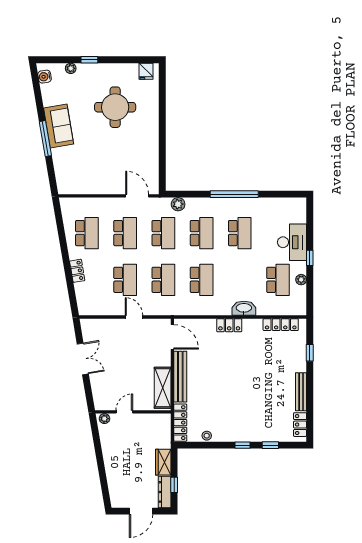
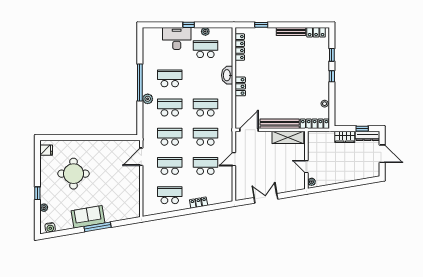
plant: (178, 204) -> (148, 99), moved

